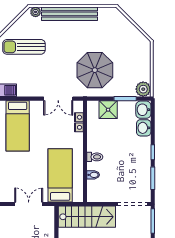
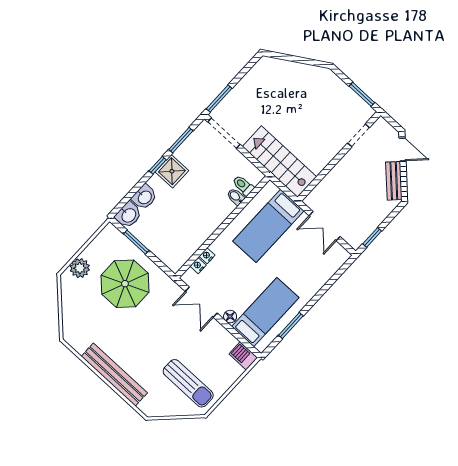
plant: (36, 12) -> (146, 407), removed
parasol: (95, 70) -> (125, 284), moved
plant: (143, 89) -> (80, 268), moved
double door: (58, 99) -> (201, 302), swing flipped
floor lamp: (35, 105) -> (230, 317), added
shower: (108, 110) -> (172, 171), moved
toilet: (95, 157) -> (243, 185), moved

